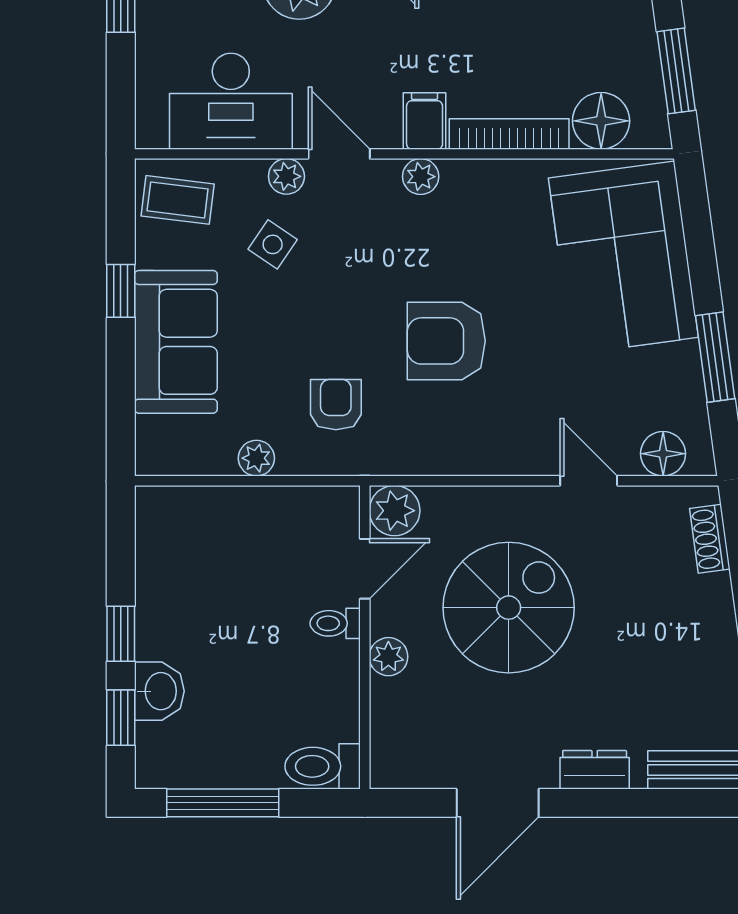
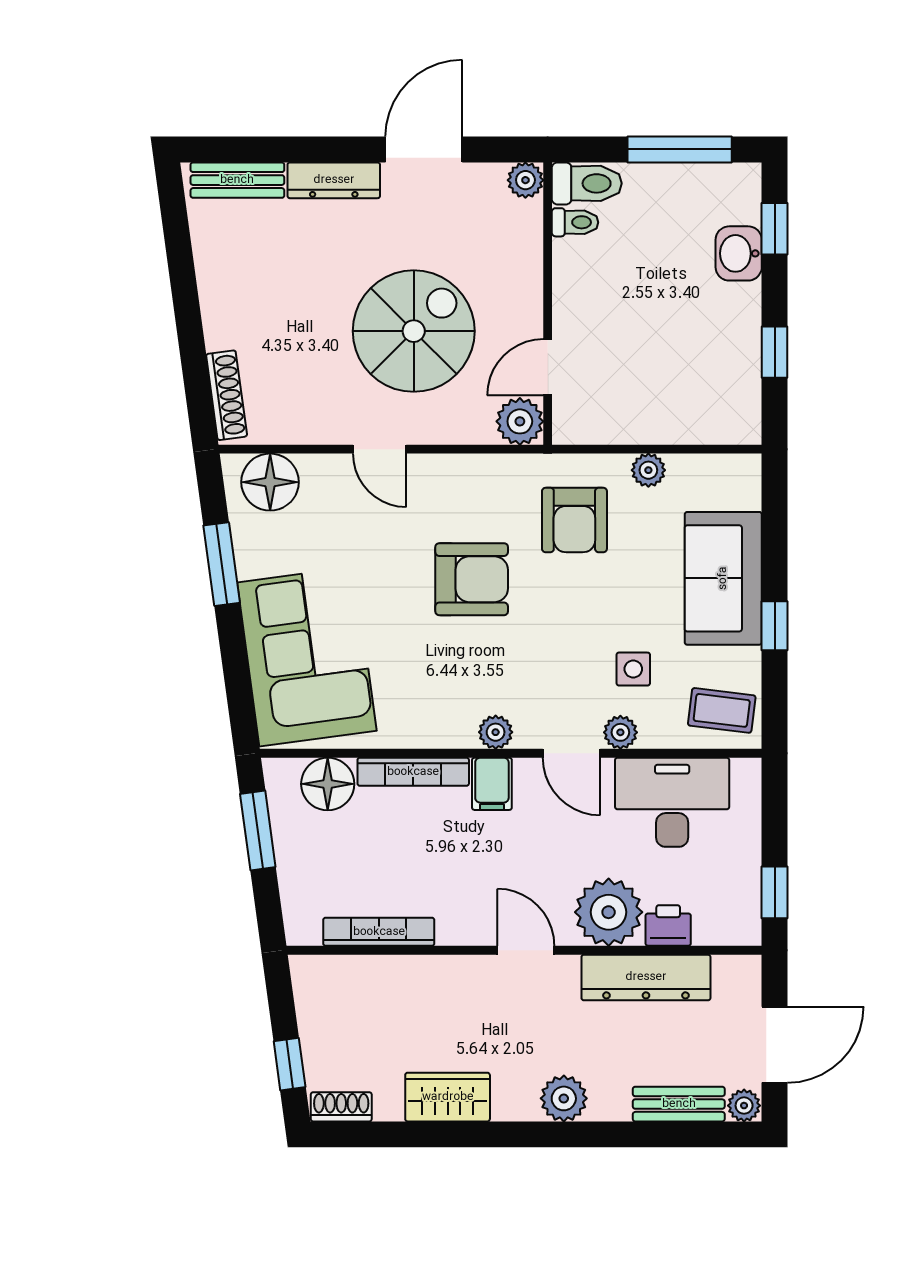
side table: (273, 244) -> (633, 669), turned -34
armchair: (336, 405) -> (574, 520), width x1.38, depth x1.38
floor lamp: (663, 454) -> (270, 482), width x1.38, depth x1.38
door: (589, 481) -> (380, 449), moved
shoe rack: (710, 539) -> (227, 395), width x1.43
spiral stairs: (509, 608) -> (414, 331), turned 180
toilet: (335, 623) -> (575, 222), moved
window: (121, 634) -> (775, 352), moved
plant: (388, 657) -> (525, 180), moved
dresser: (595, 770) -> (334, 180), width x1.44

